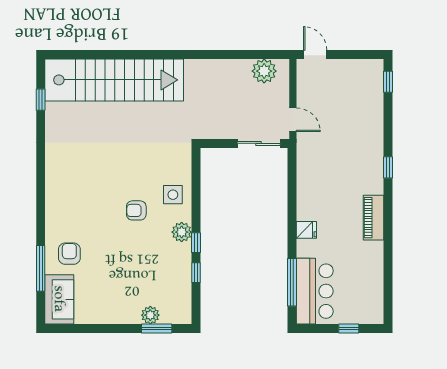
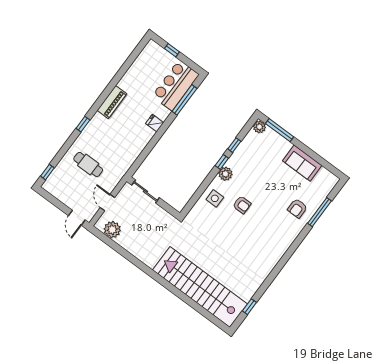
door: (293, 120) -> (107, 203), moved
cafe table: (348, 126) -> (88, 164), added
sofa: (59, 299) -> (302, 163), moved, turned -90
plant: (150, 315) -> (259, 127), moved
window: (157, 329) -> (280, 130), width x1.44

